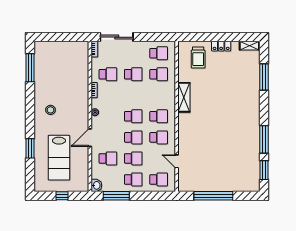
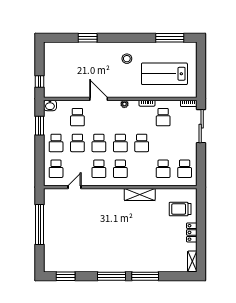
school desk: (133, 74) -> (142, 143), moved
window: (264, 77) -> (145, 276), moved
window: (264, 139) -> (112, 276), moved
lab bench: (59, 158) -> (164, 74), moved
window: (62, 196) -> (39, 81), moved
window: (116, 196) -> (39, 126), width x0.69

